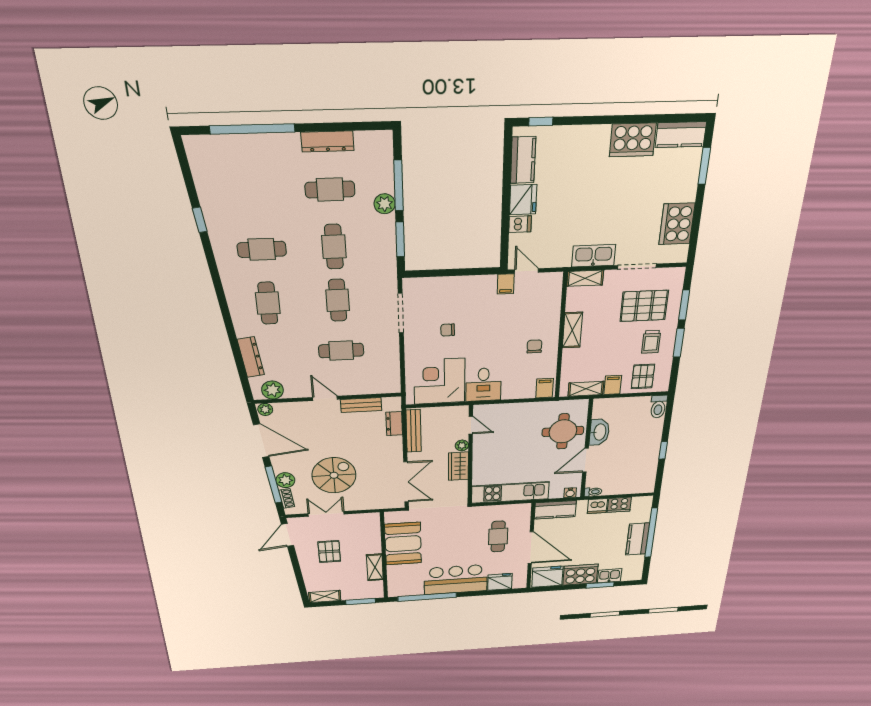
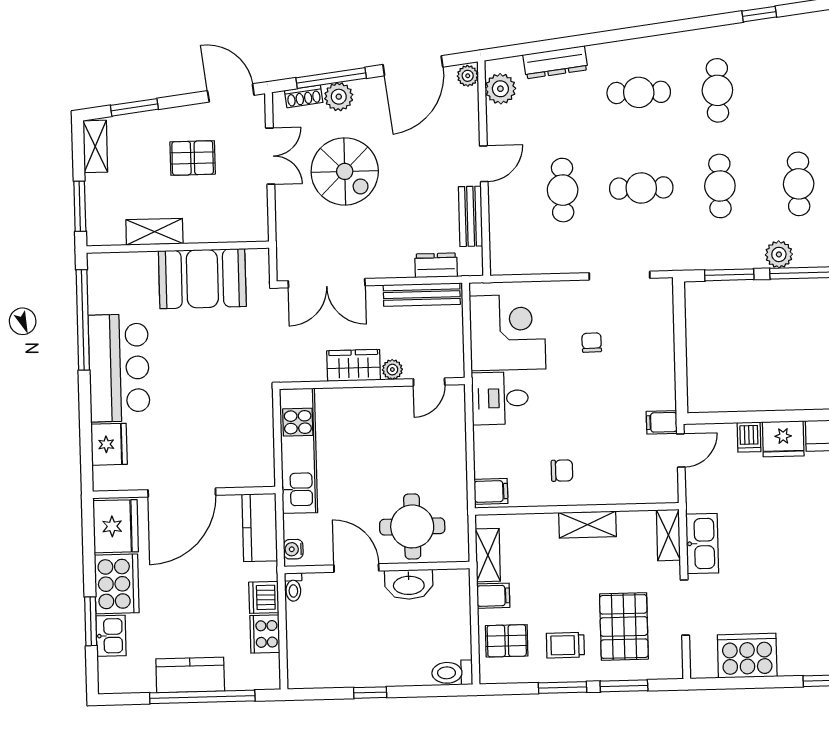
cafe table: (334, 247) -> (720, 186), turned 90
cafe table: (498, 536) -> (209, 436), removed
window: (300, 580) -> (134, 107), added

